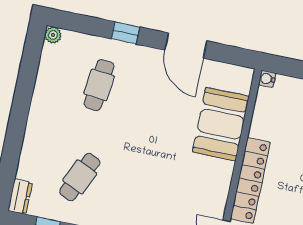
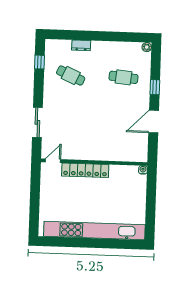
booth: (221, 124) -> (113, 149), removed
dresser: (20, 197) -> (81, 45), moved

